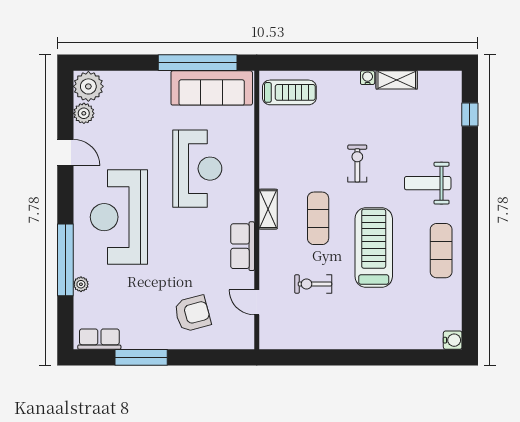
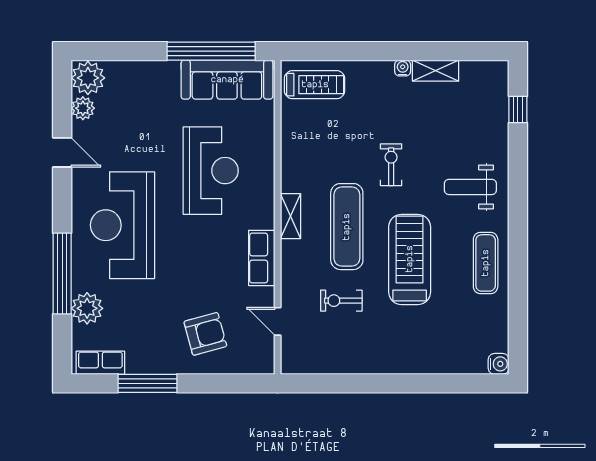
exercise mat: (318, 218) -> (347, 227), width x1.36, depth x1.45
plant: (81, 284) -> (87, 308), width x1.88, depth x1.88

